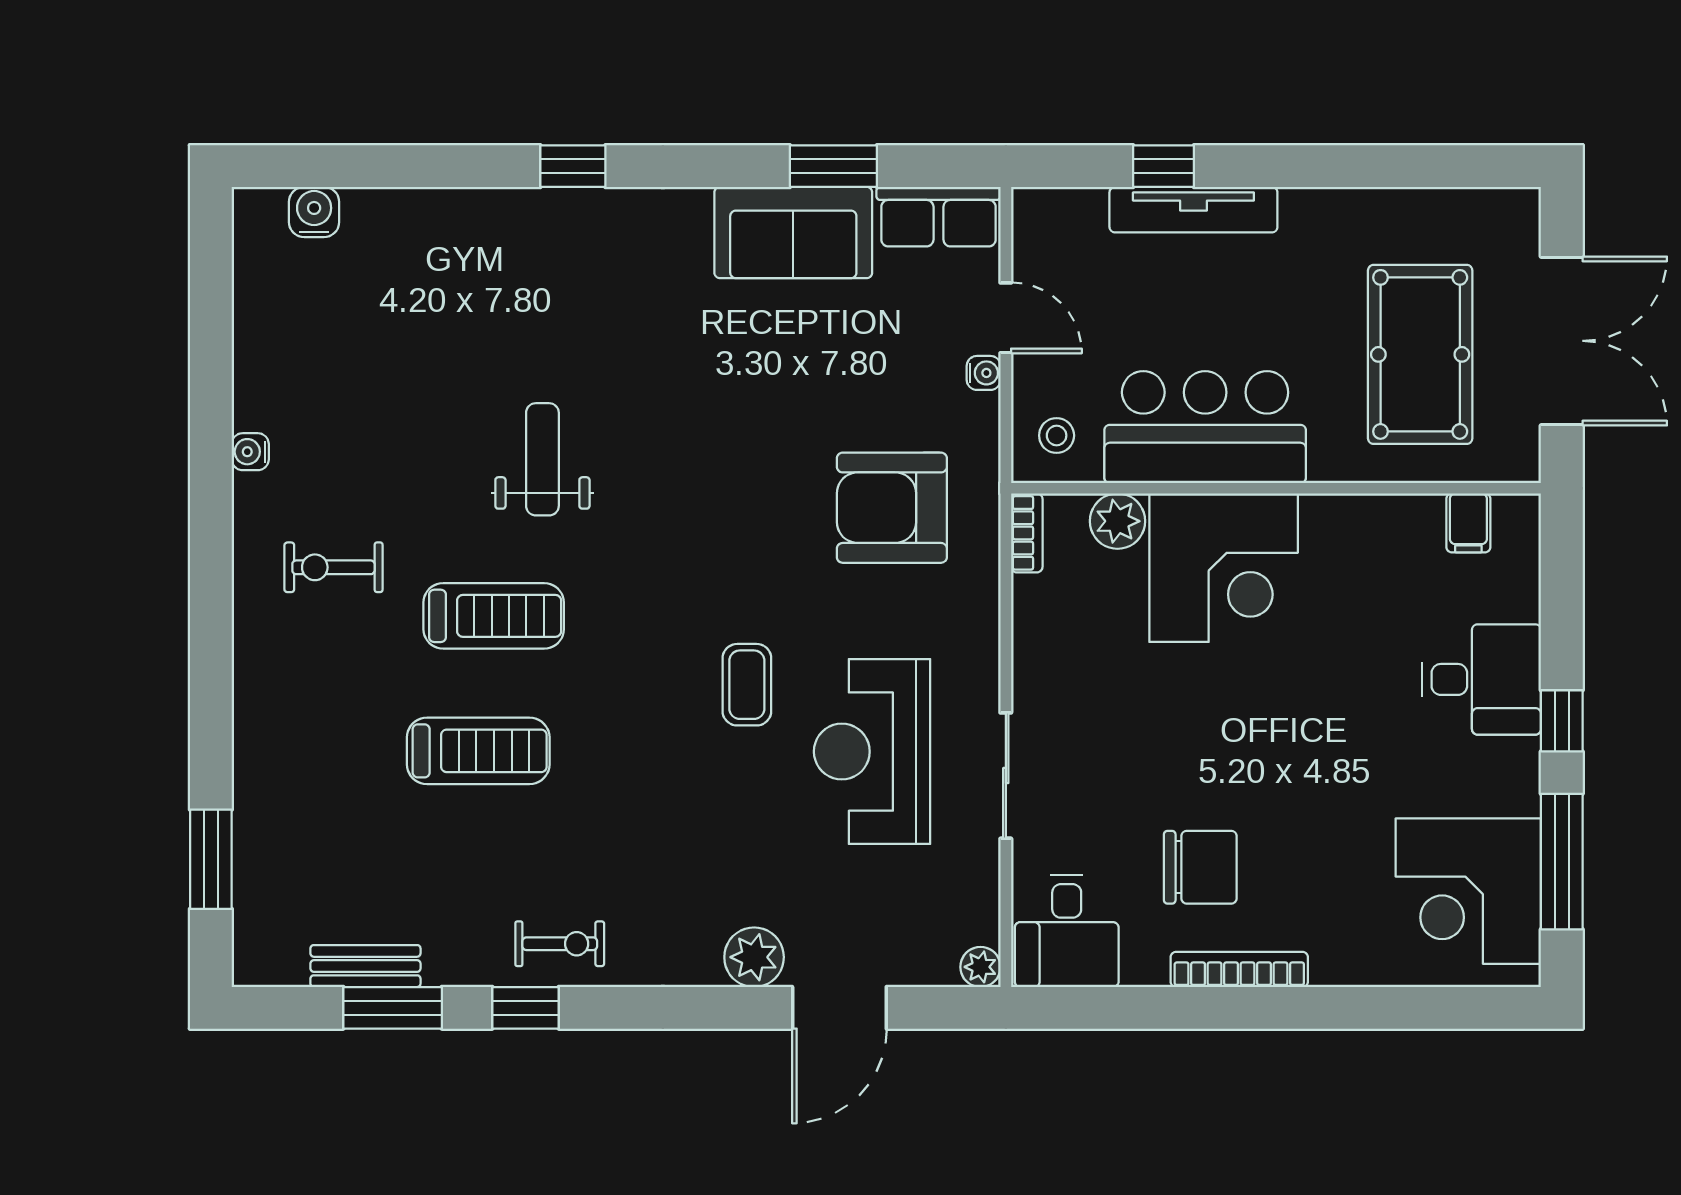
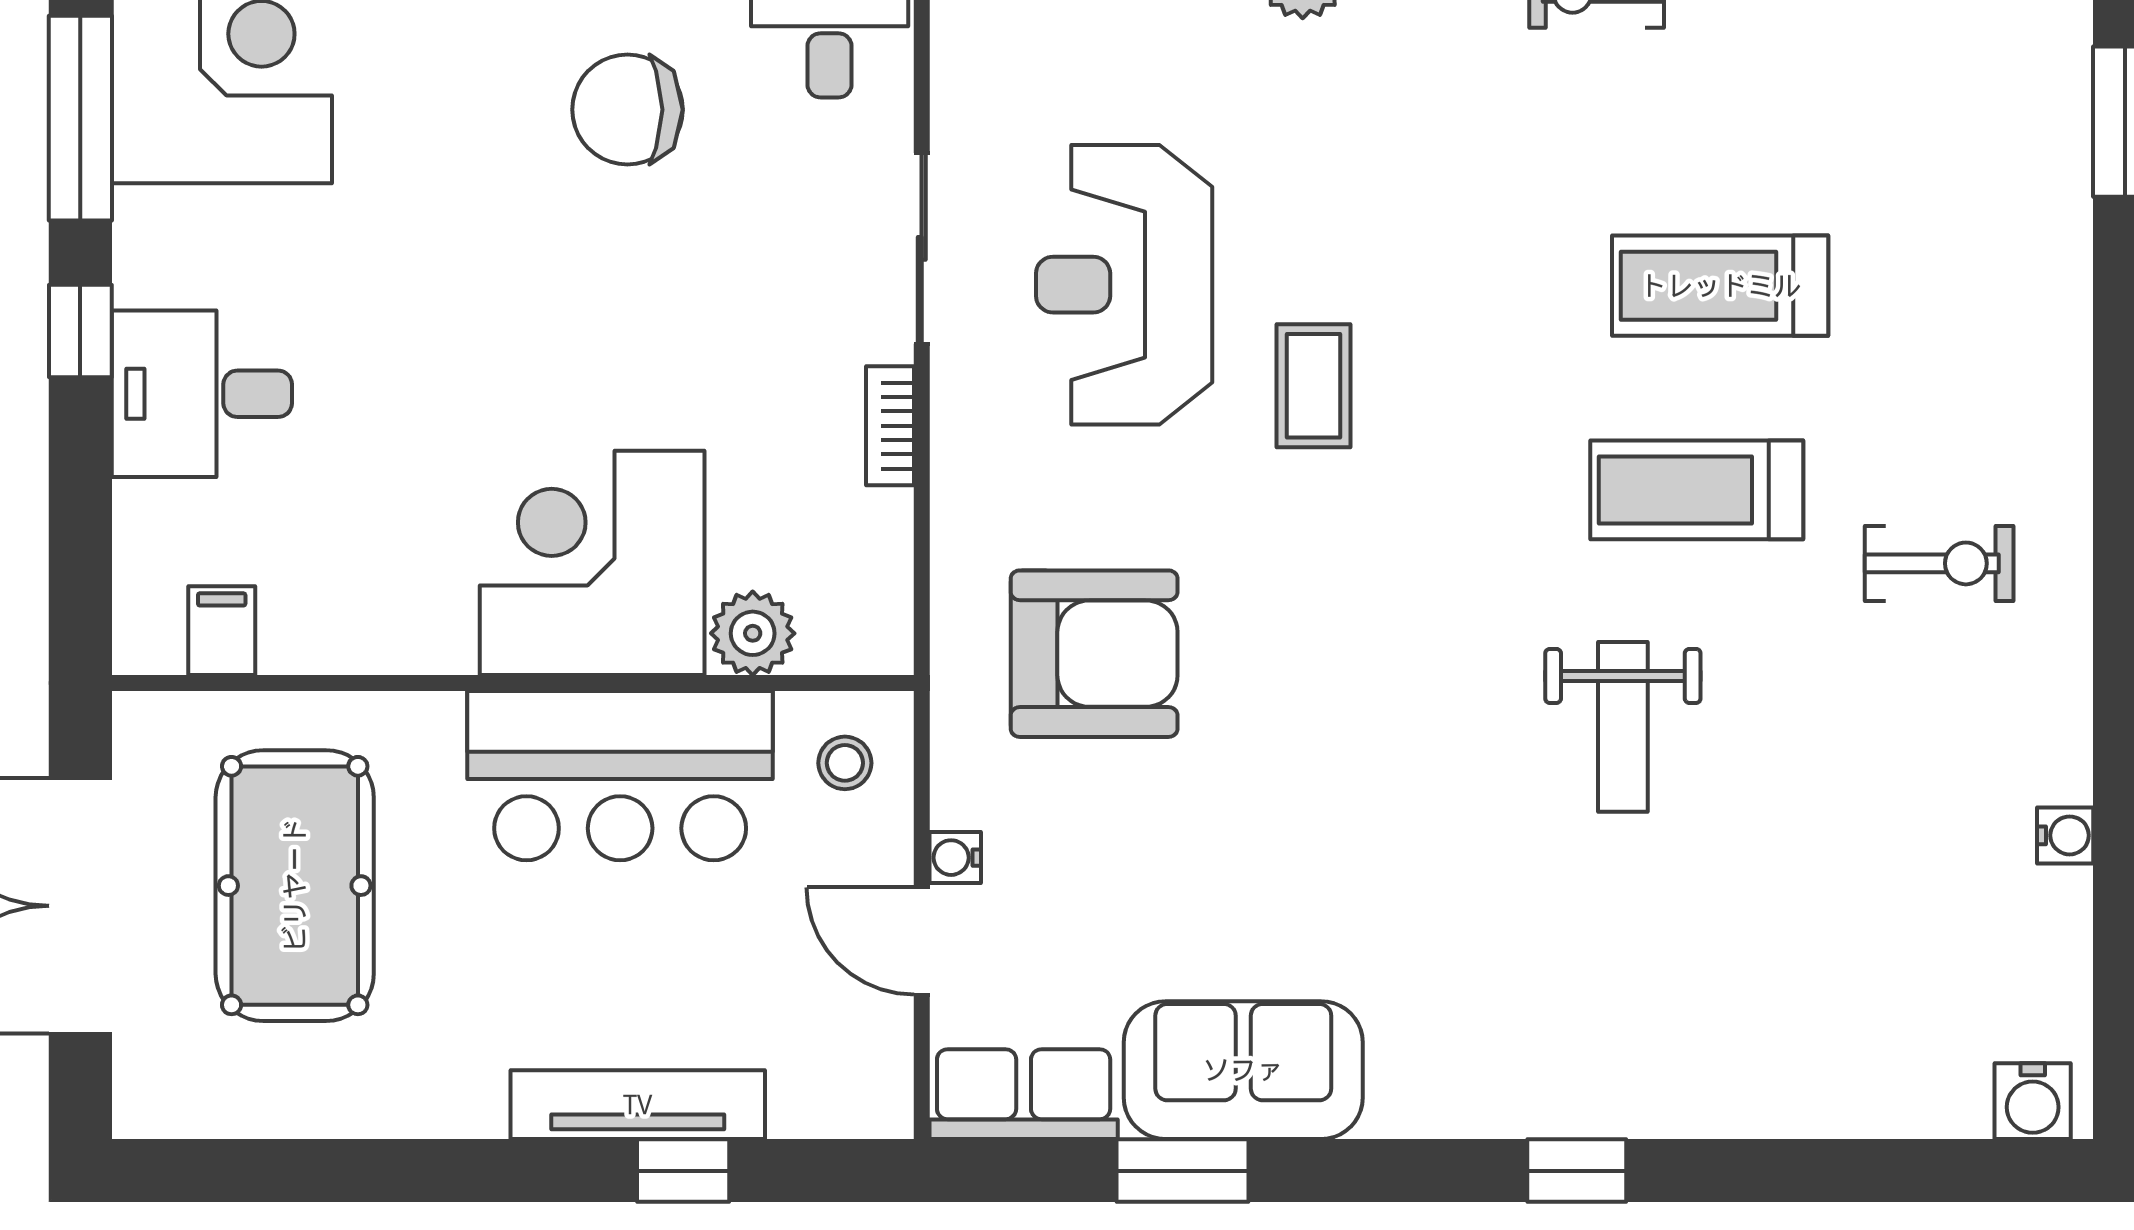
water cooler: (314, 212) -> (2033, 1101), moved
water cooler: (250, 452) -> (2065, 835), moved
bookcase: (1027, 533) -> (890, 426), moved
reception desk: (872, 752) -> (1124, 285), turned 180

